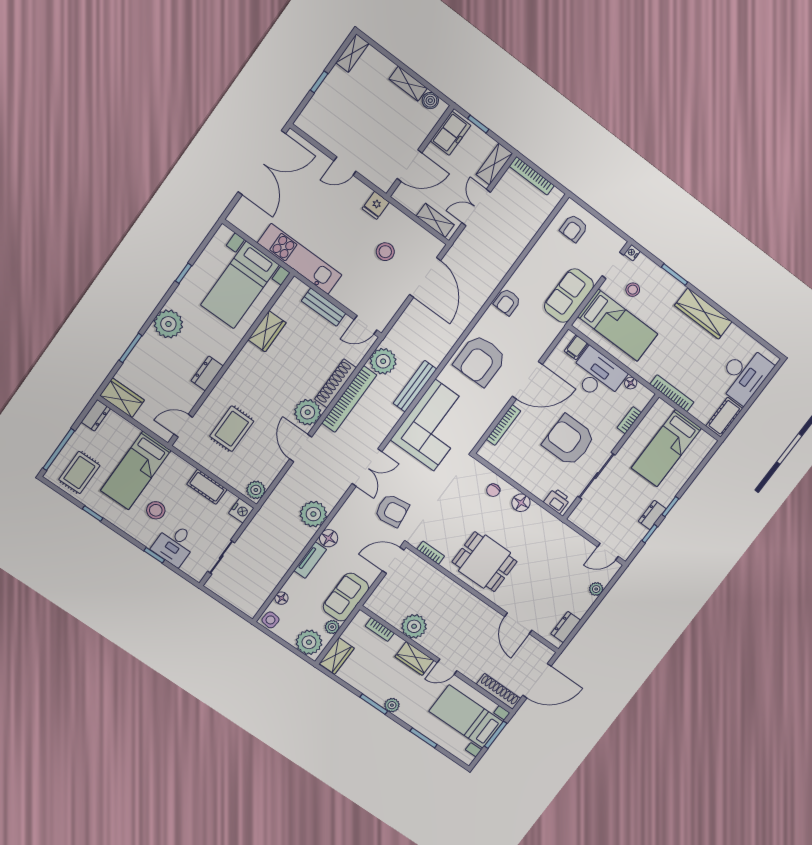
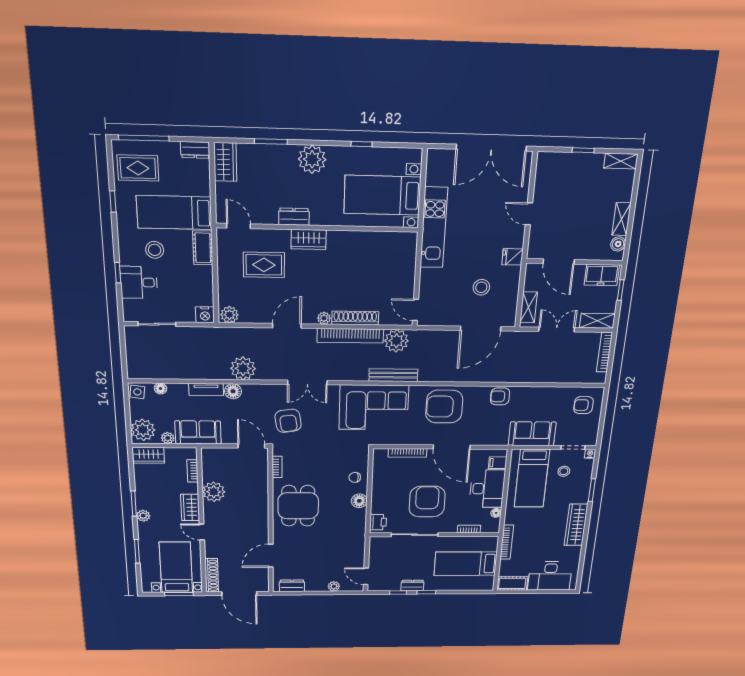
bench: (324, 307) -> (408, 270), removed
wardrobe: (267, 331) -> (309, 239), moved
plant: (308, 412) -> (324, 318), width x0.53, depth x0.53
cot: (207, 487) -> (203, 248), moved

